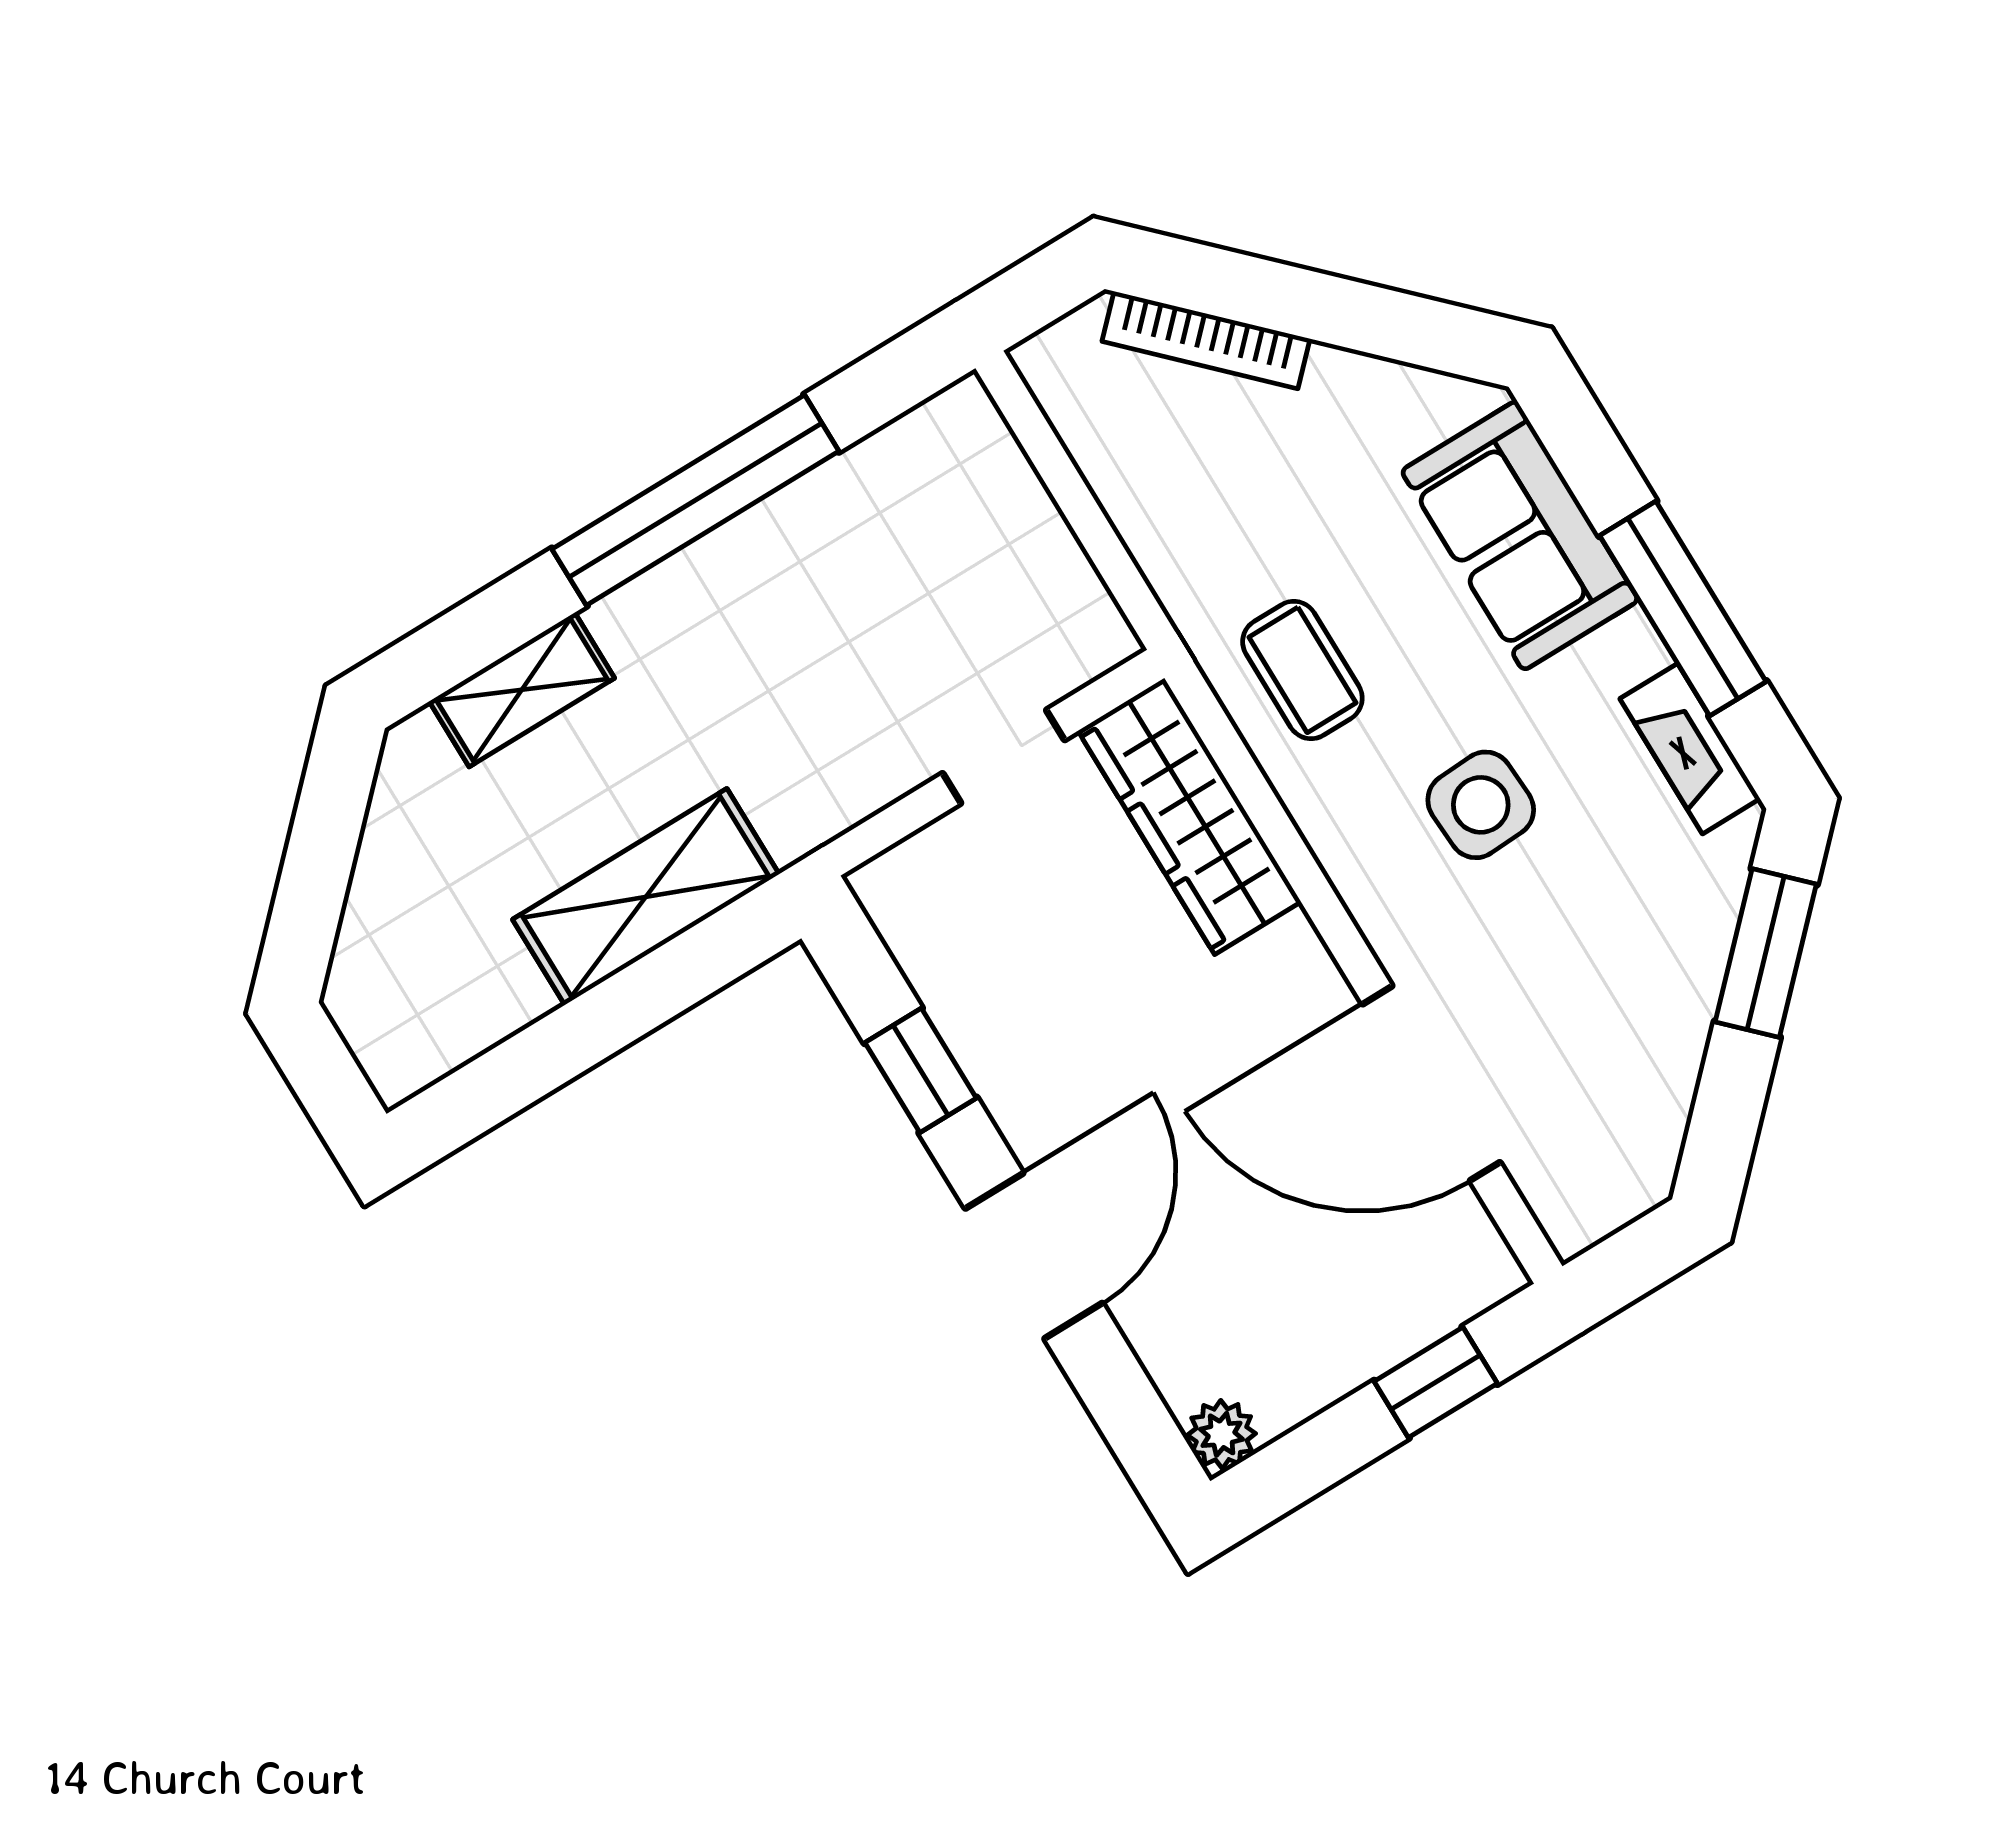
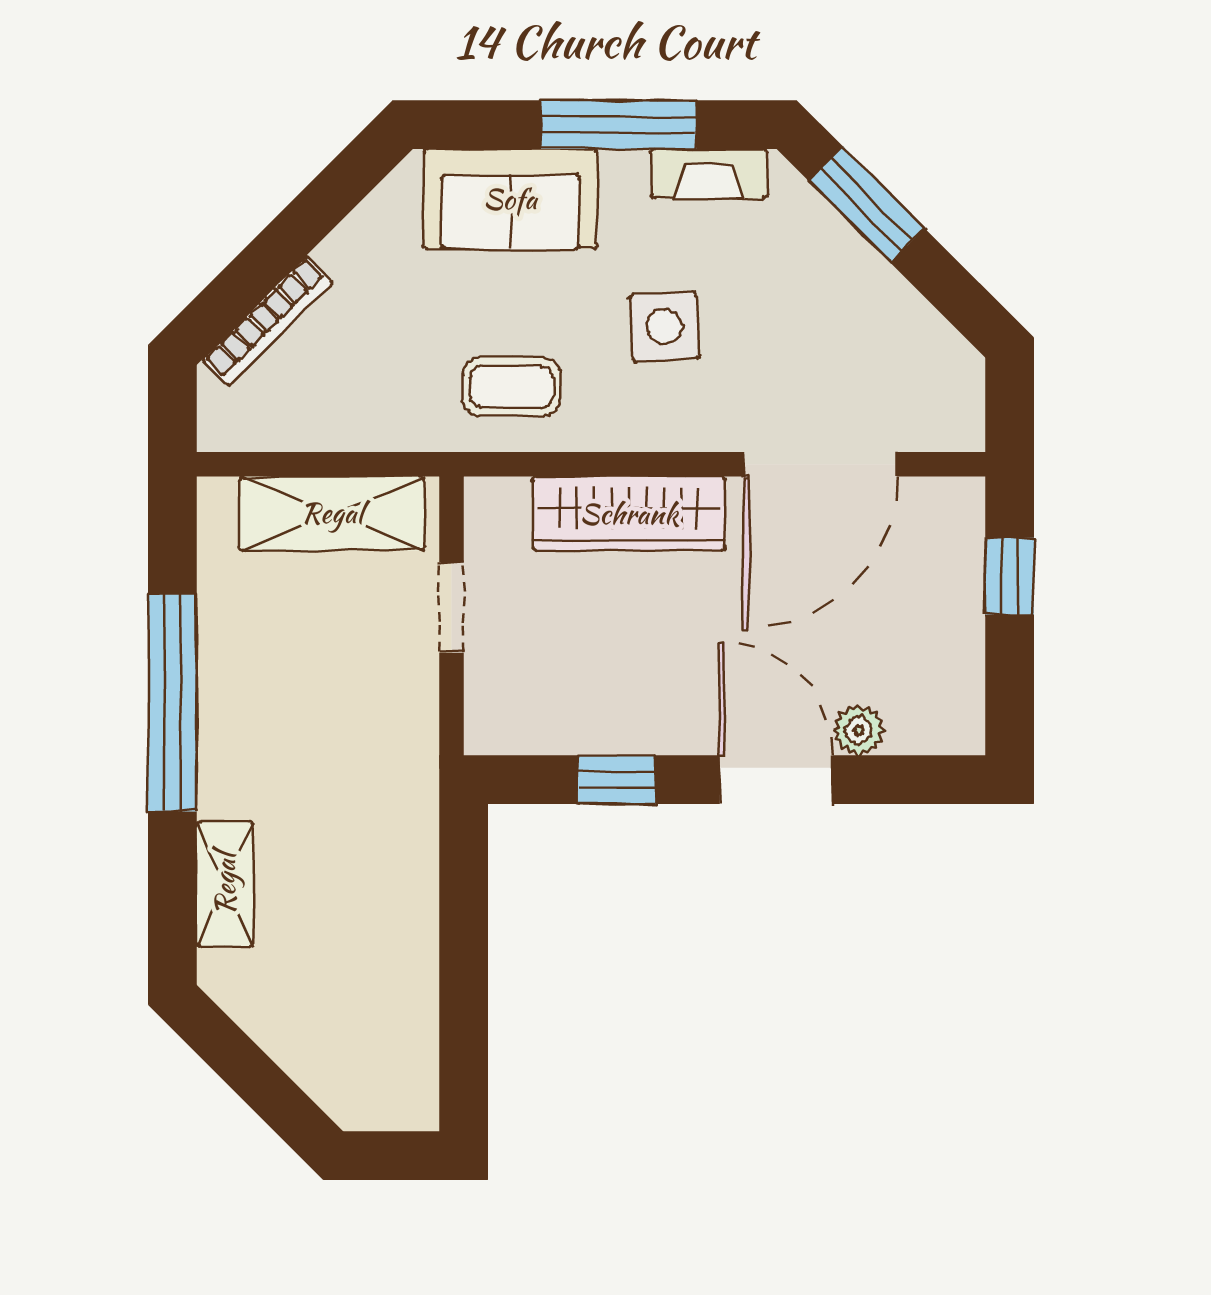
wardrobe: (1189, 816) -> (629, 514), moved
shelving: (646, 897) -> (332, 513), moved, turned 90
plant: (1222, 1434) -> (859, 730), moved

